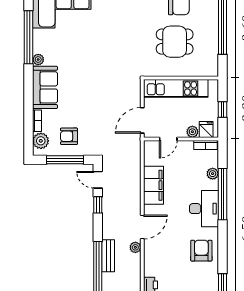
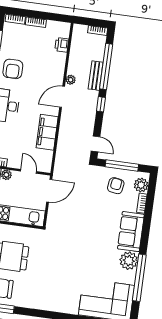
plant: (38, 60) -> (129, 261), width x1.88, depth x1.88
armchair: (69, 136) -> (116, 186), turned -81
door: (168, 139) -> (29, 171), hinge flipped
window: (98, 205) -> (101, 104), moved

